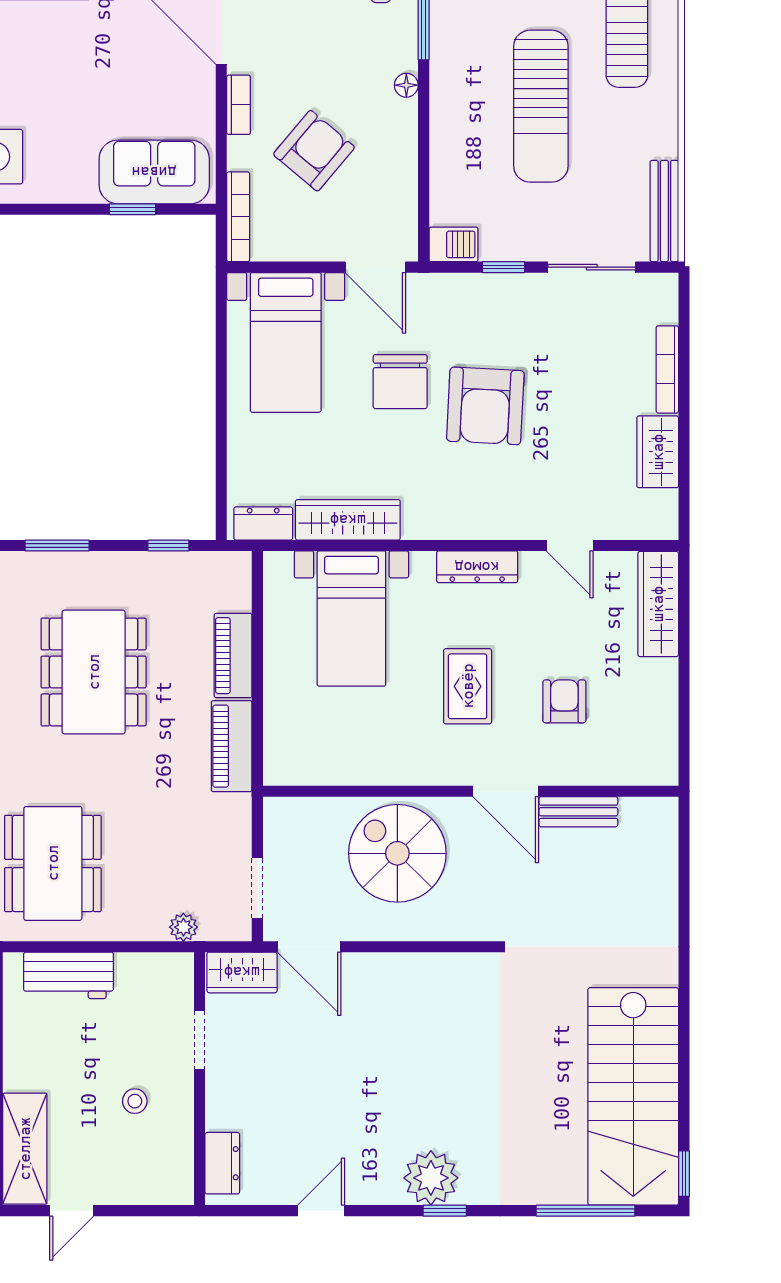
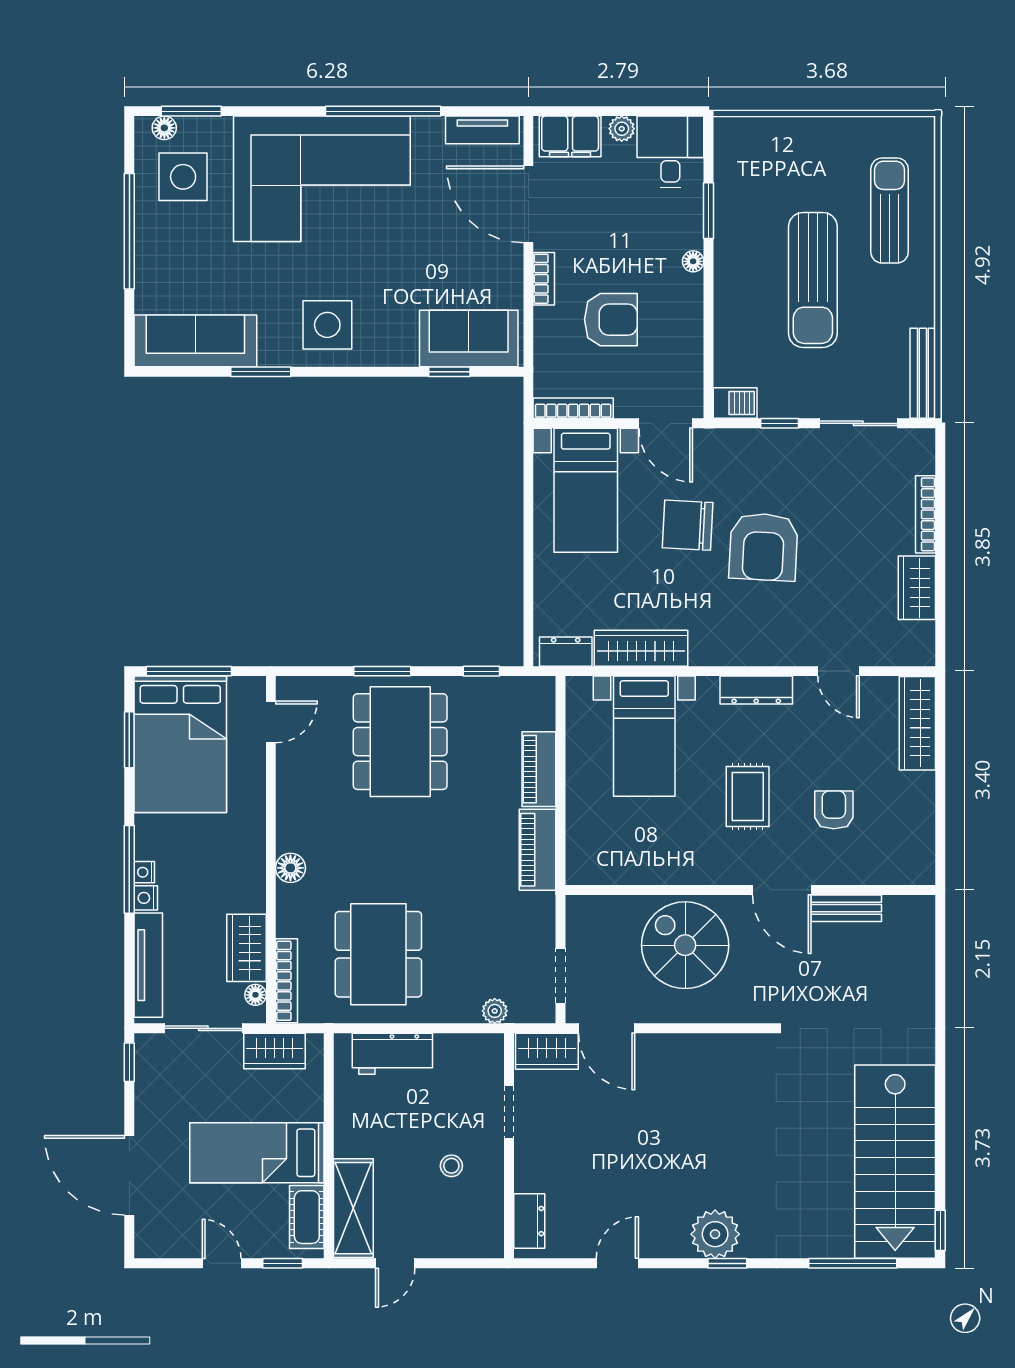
armchair: (314, 151) -> (611, 320), turned 50
bookcase: (238, 217) -> (573, 408), moved, turned -90
chair: (400, 382) -> (688, 525), turned 93
dining table: (94, 672) -> (400, 742), moved

